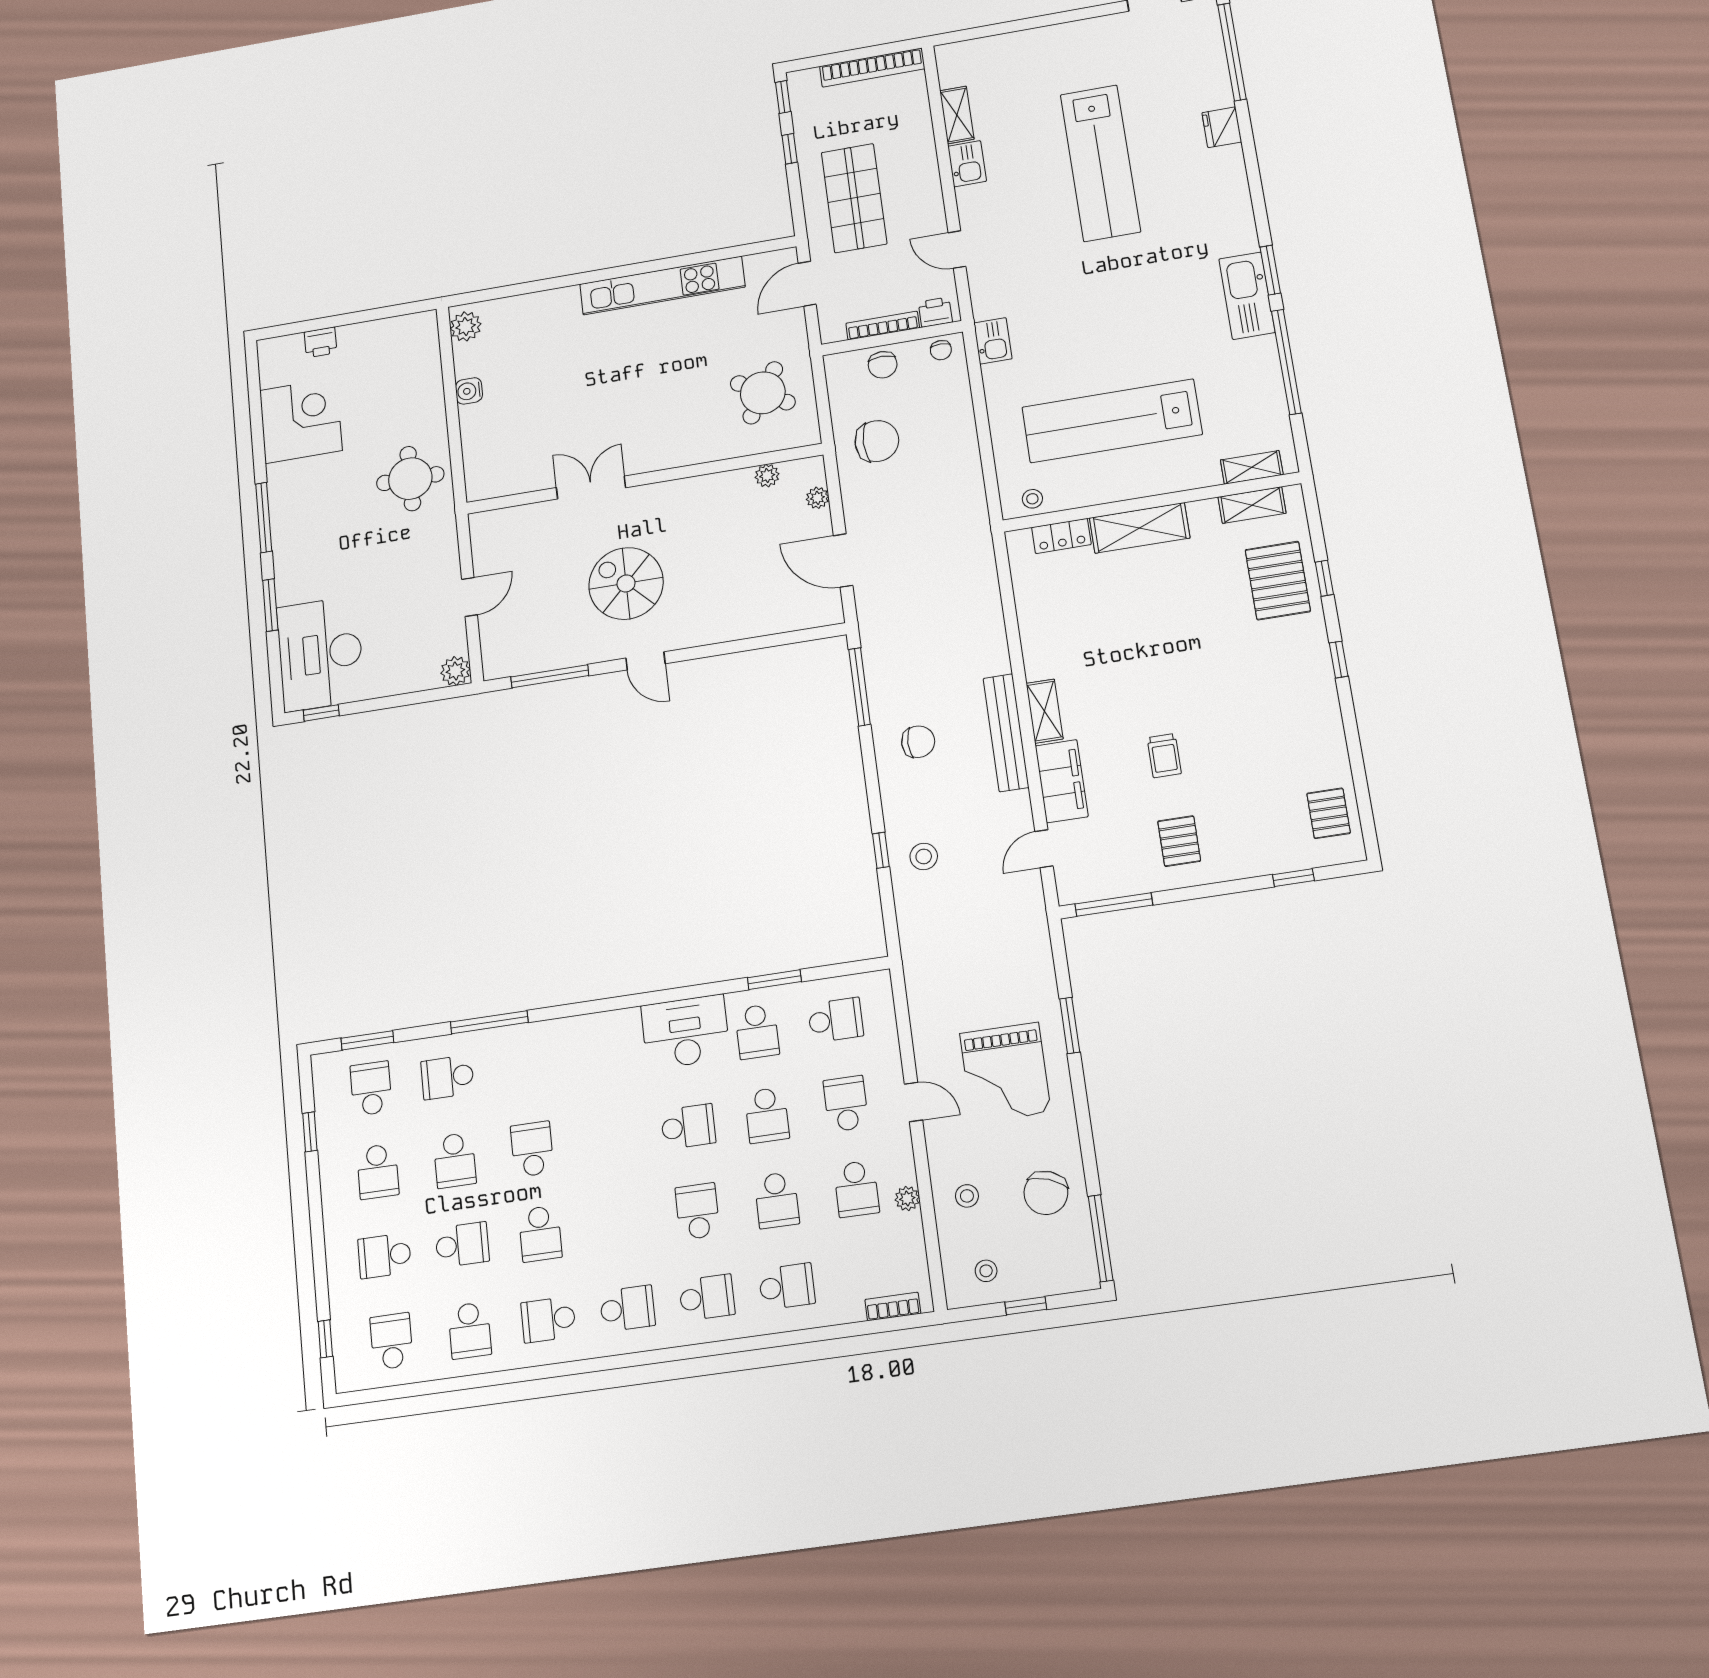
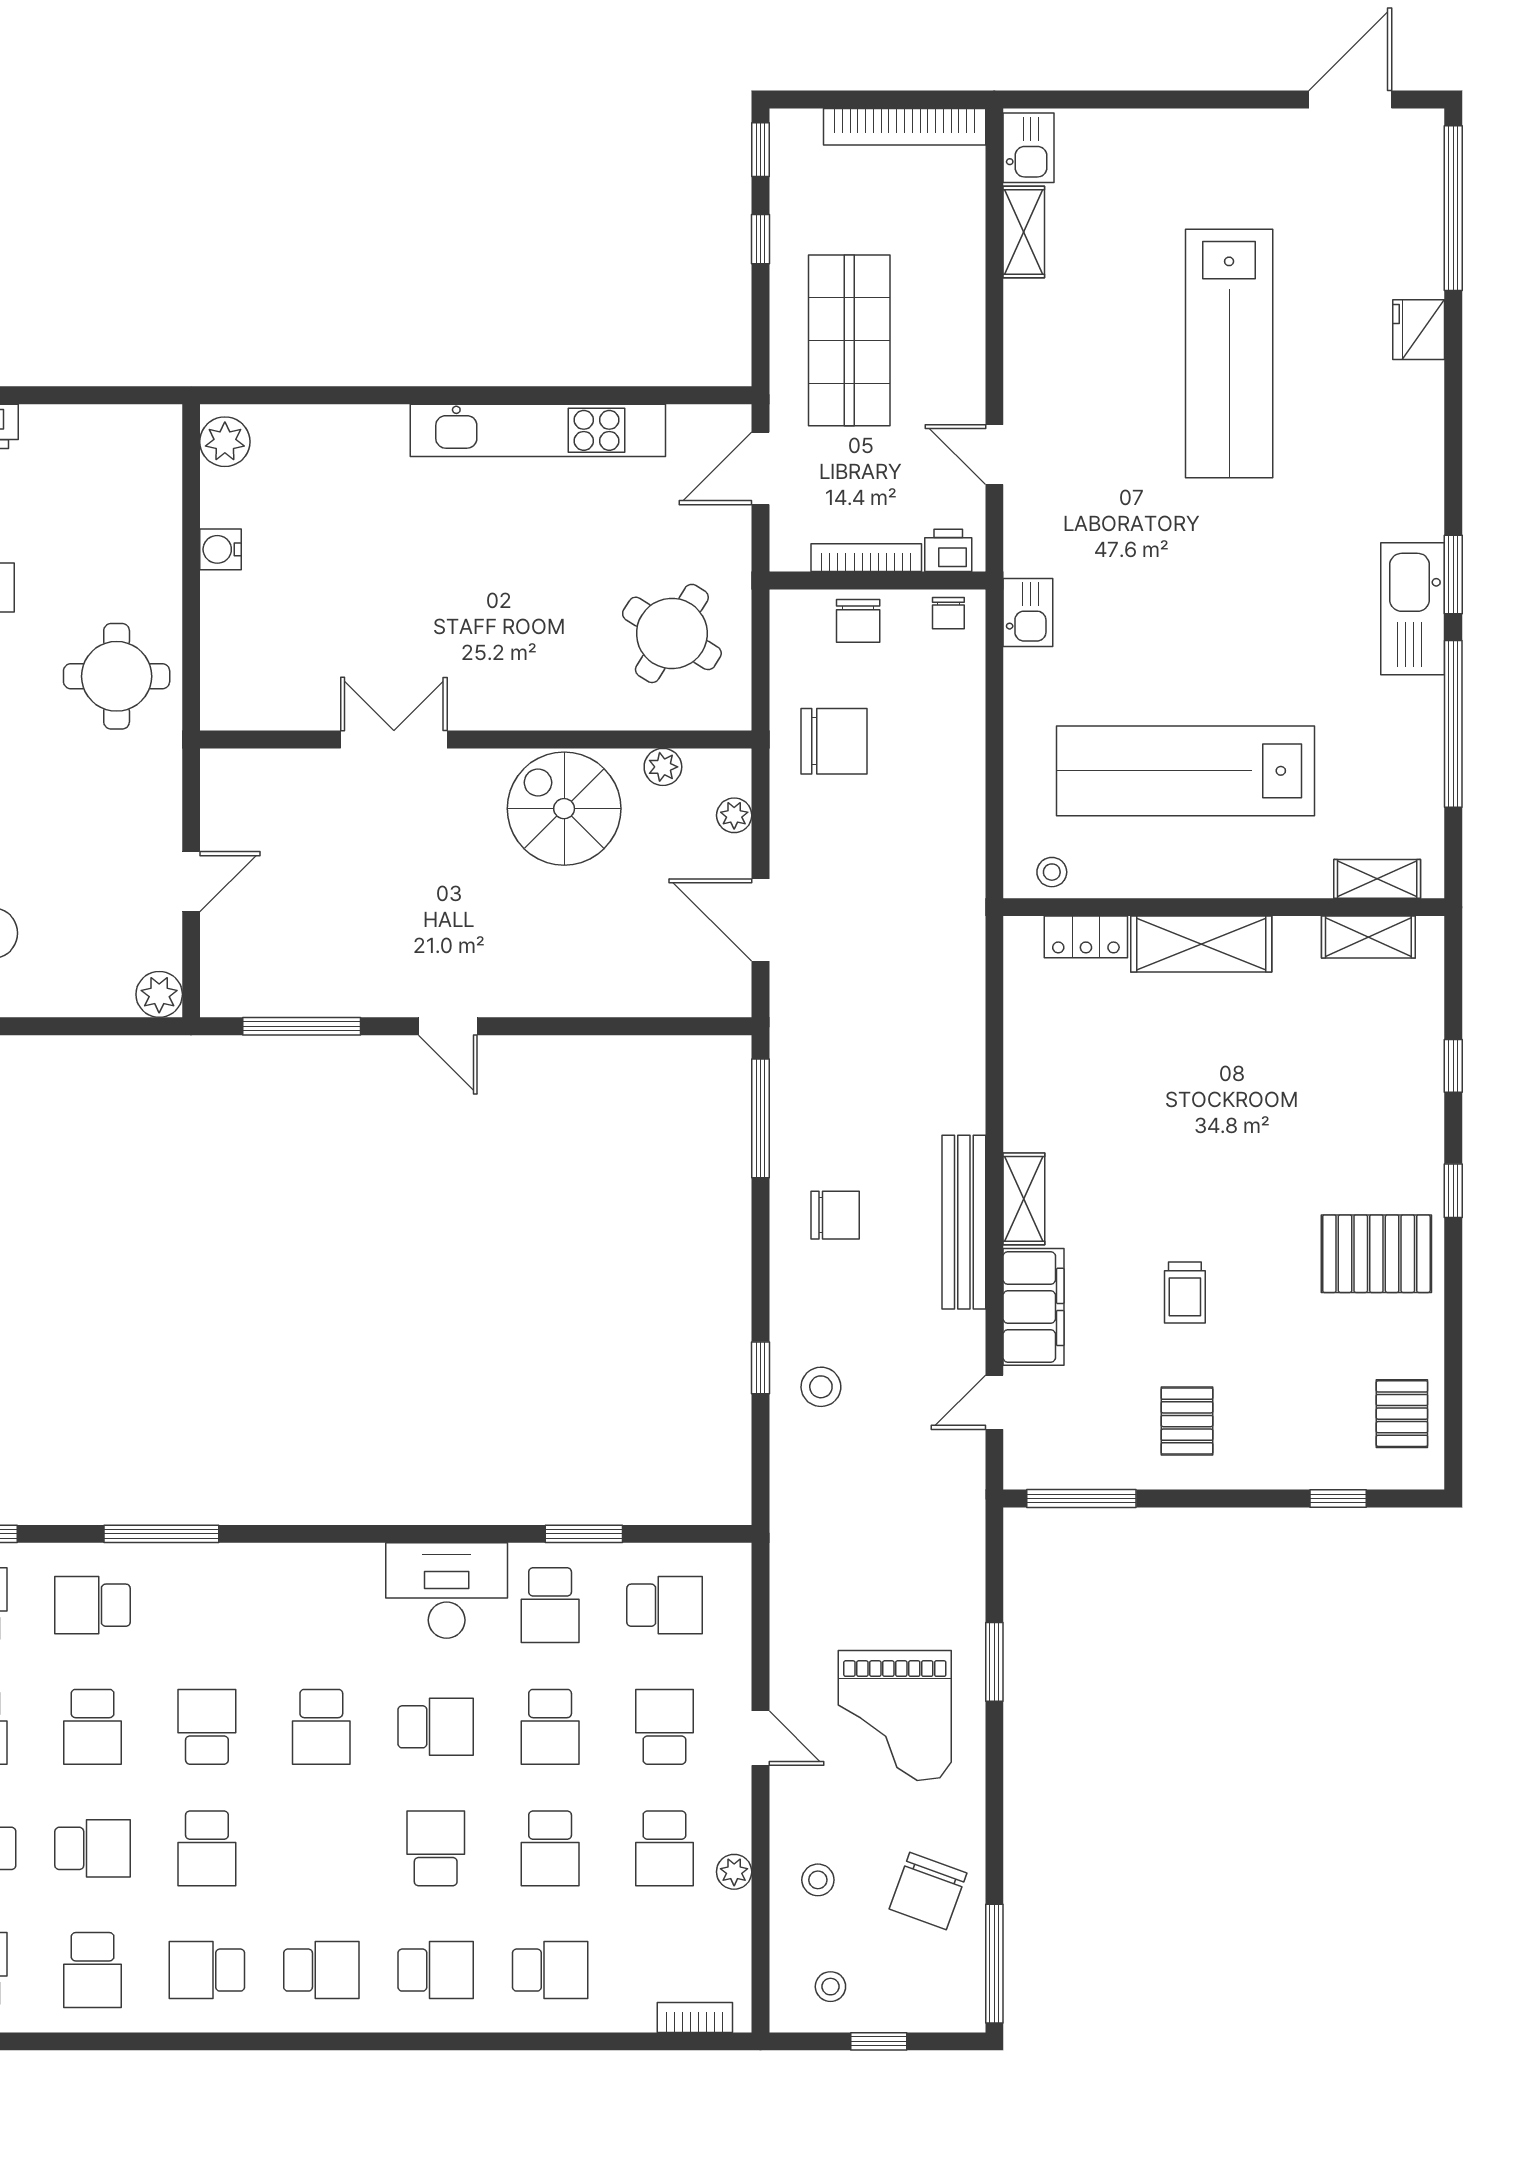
kitchen sink: (967, 164) -> (1028, 148), moved
pallet: (1278, 581) -> (1376, 1254), moved, turned 90
spiral stairs: (626, 583) -> (564, 809), moved
school desk: (610, 1138) -> (321, 1727), added

